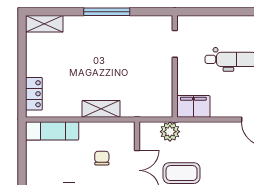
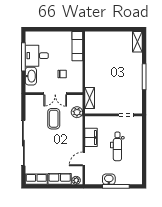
locker: (34, 94) -> (98, 36), removed
filing cabinet: (193, 106) -> (91, 137), moved
shelving: (101, 109) -> (90, 98), moved

